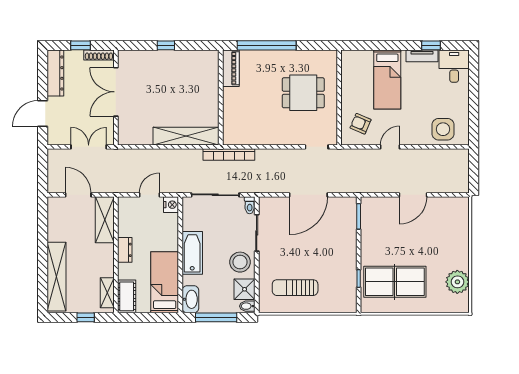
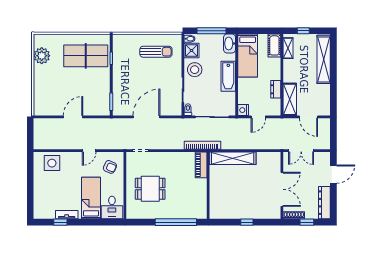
desk: (454, 66) -> (112, 208), moved
piano: (231, 68) -> (201, 165), moved
dresser: (125, 250) -> (276, 89), moved

